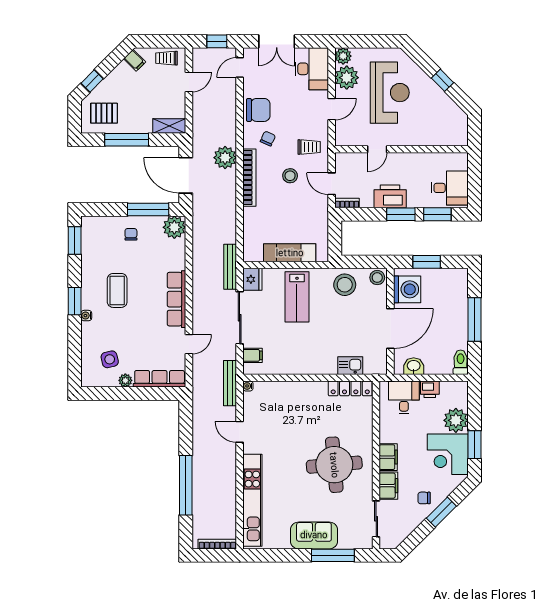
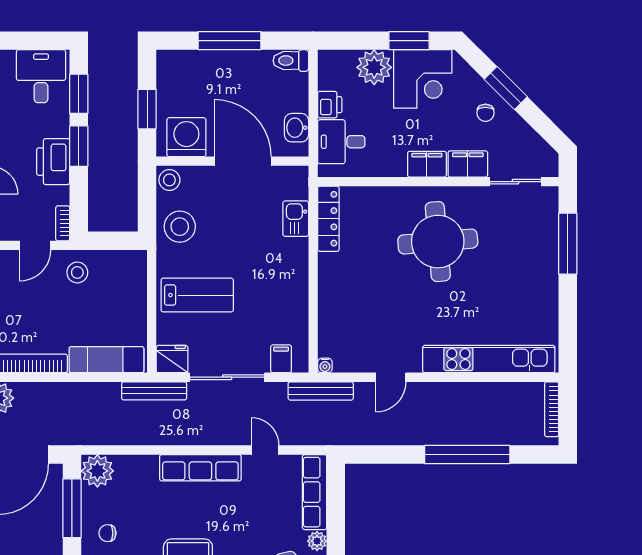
stool: (290, 176) -> (77, 272), moved
exam couch: (290, 253) -> (106, 360), moved, turned 90
sofa: (314, 535) -> (539, 271), removed

